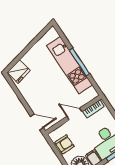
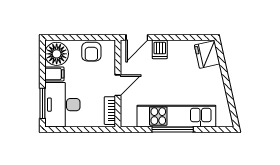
dishwasher: (35, 103) -> (160, 49), added

